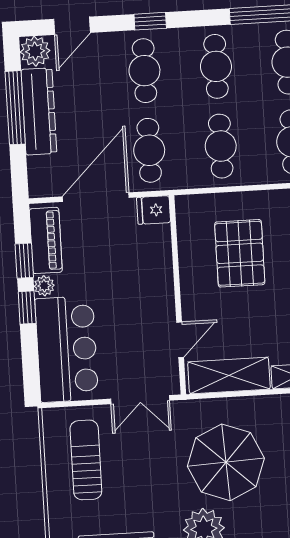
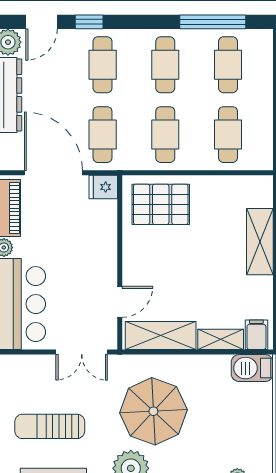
window: (150, 21) -> (89, 22), moved
door: (96, 197) -> (53, 173), hinge flipped
pallet: (240, 253) -> (161, 204), moved, turned 90
sun lounger: (86, 460) -> (50, 426), moved, turned -90

